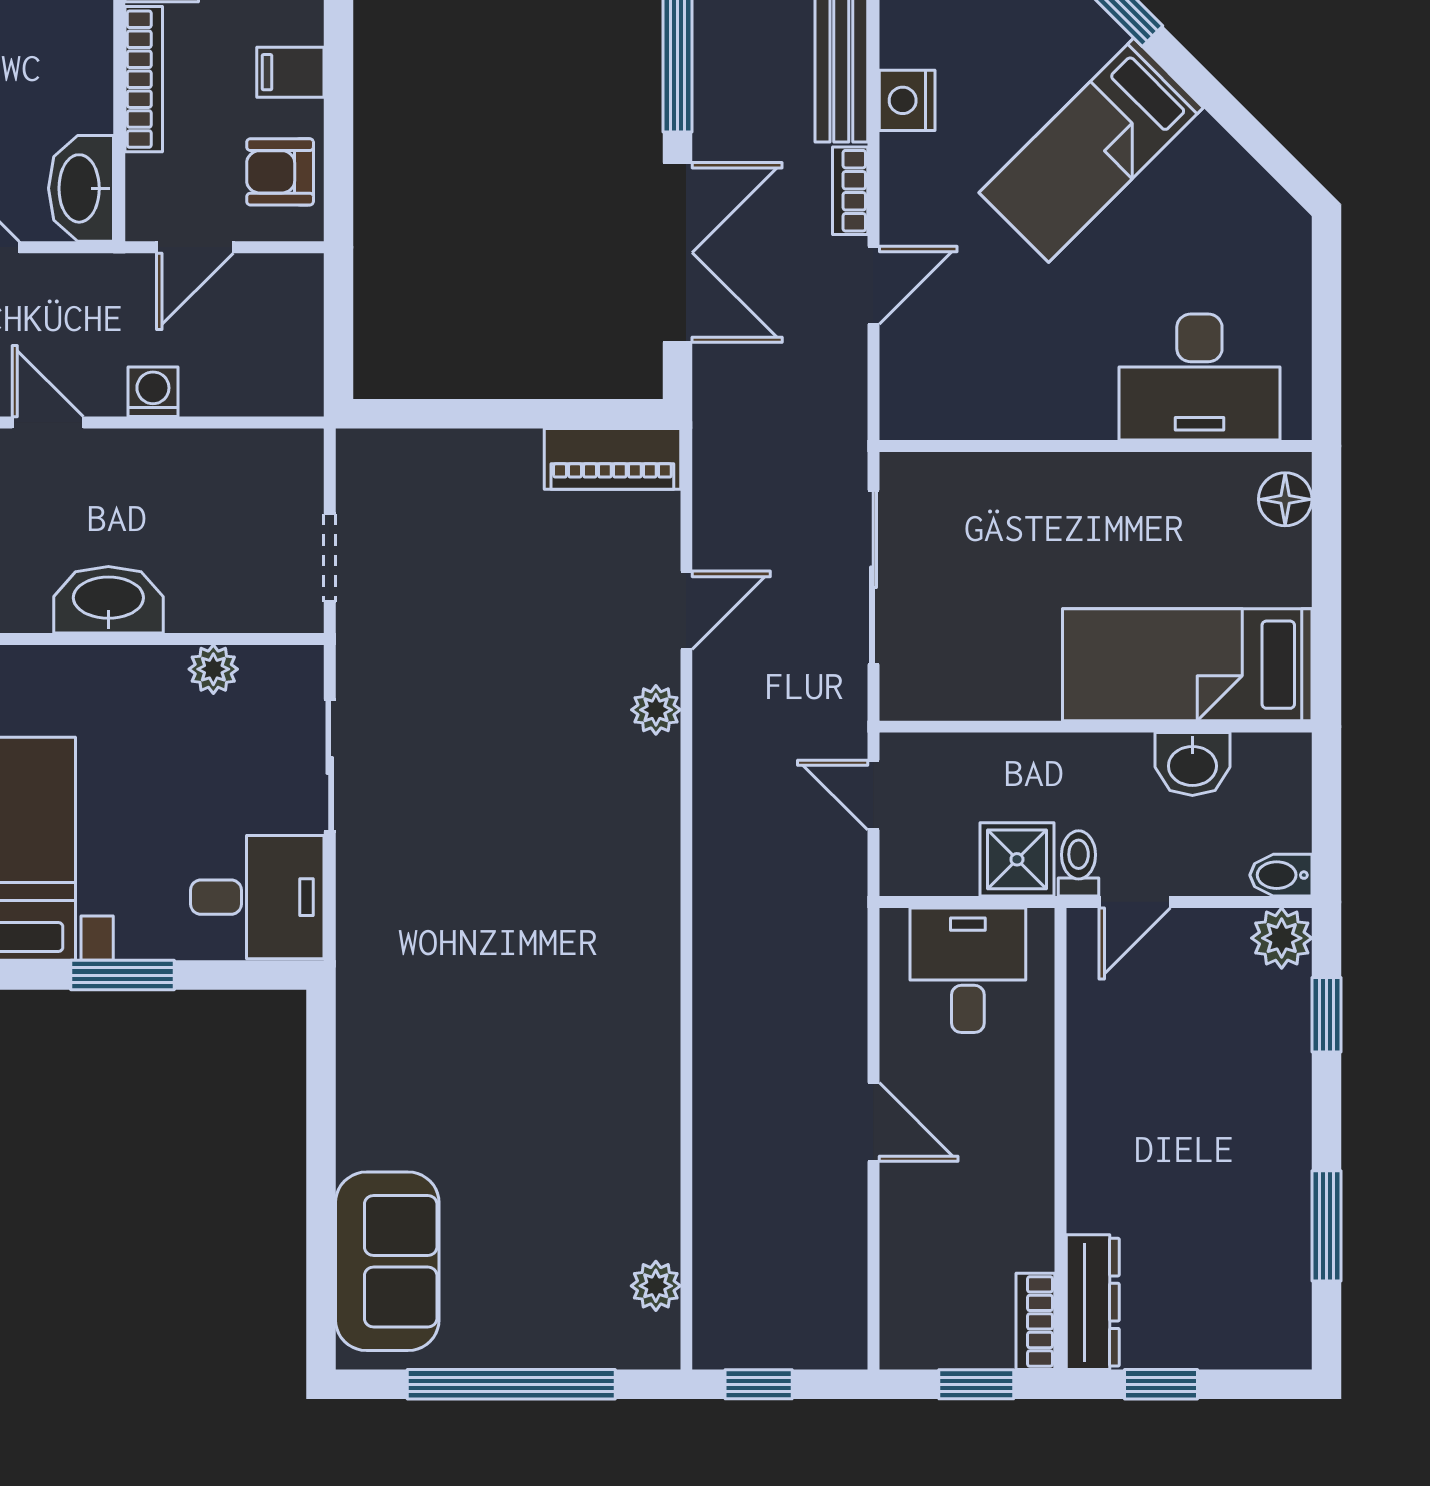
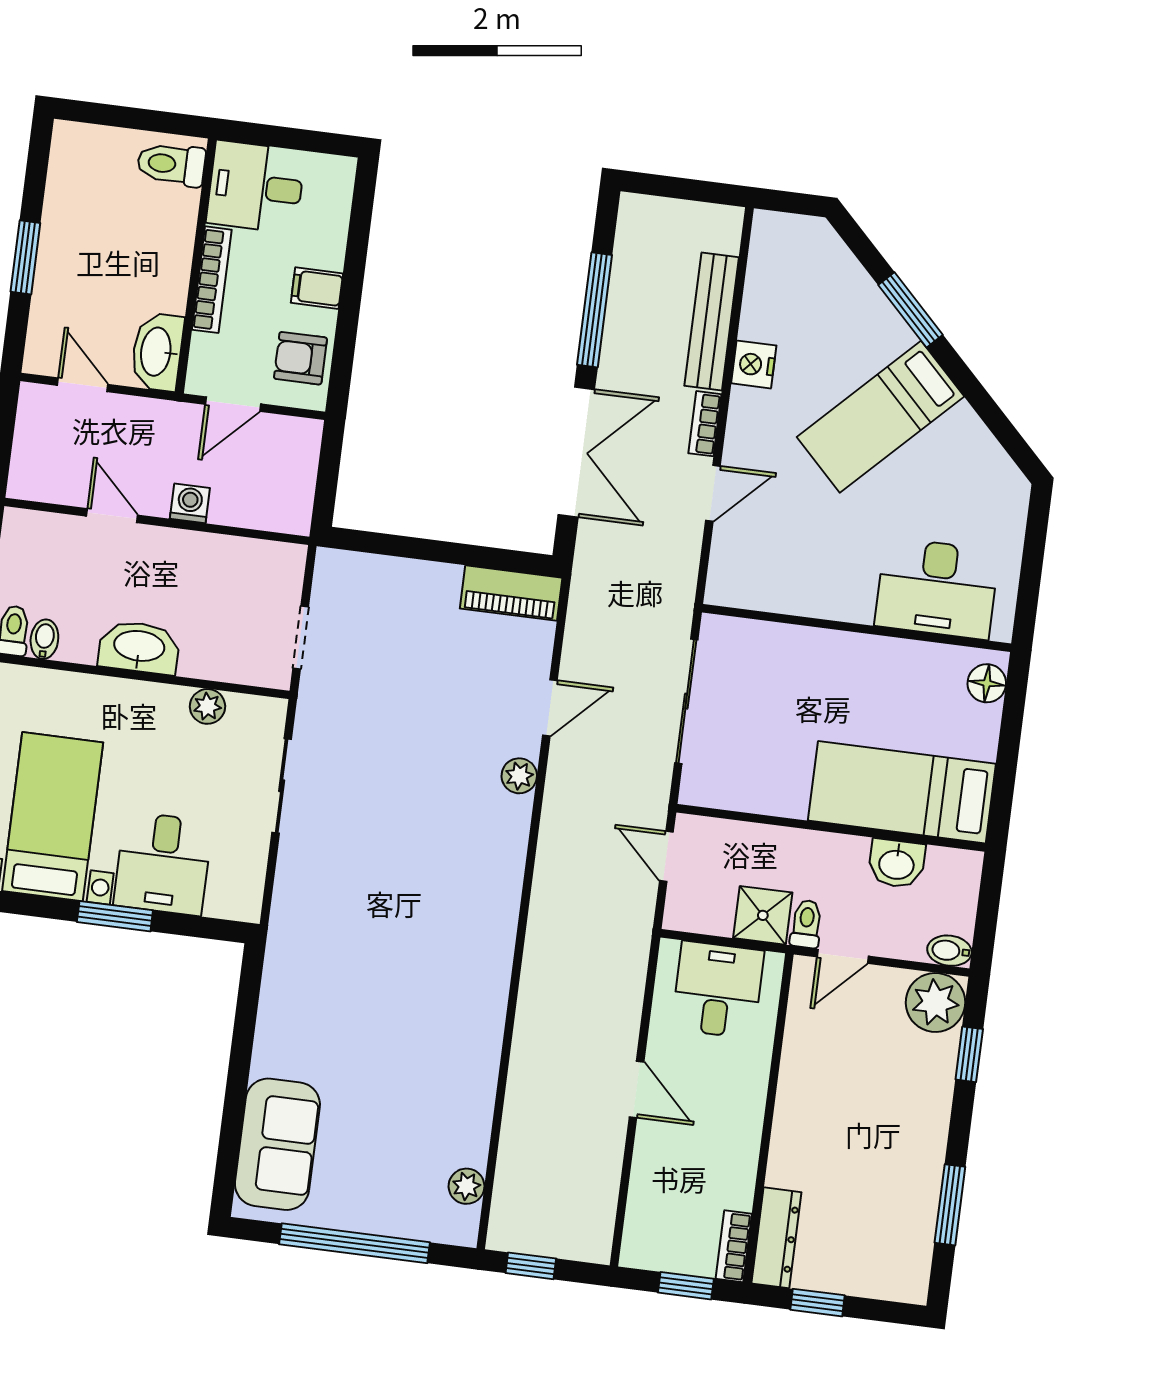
desk: (257, 897) -> (163, 863), moved, turned 90
plant: (1282, 938) -> (935, 1002), width x1.36, depth x1.36

